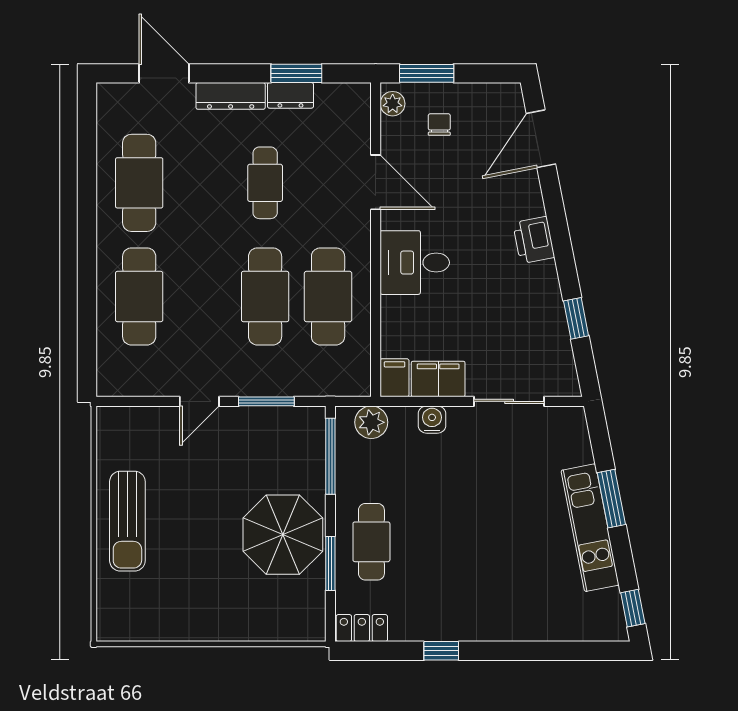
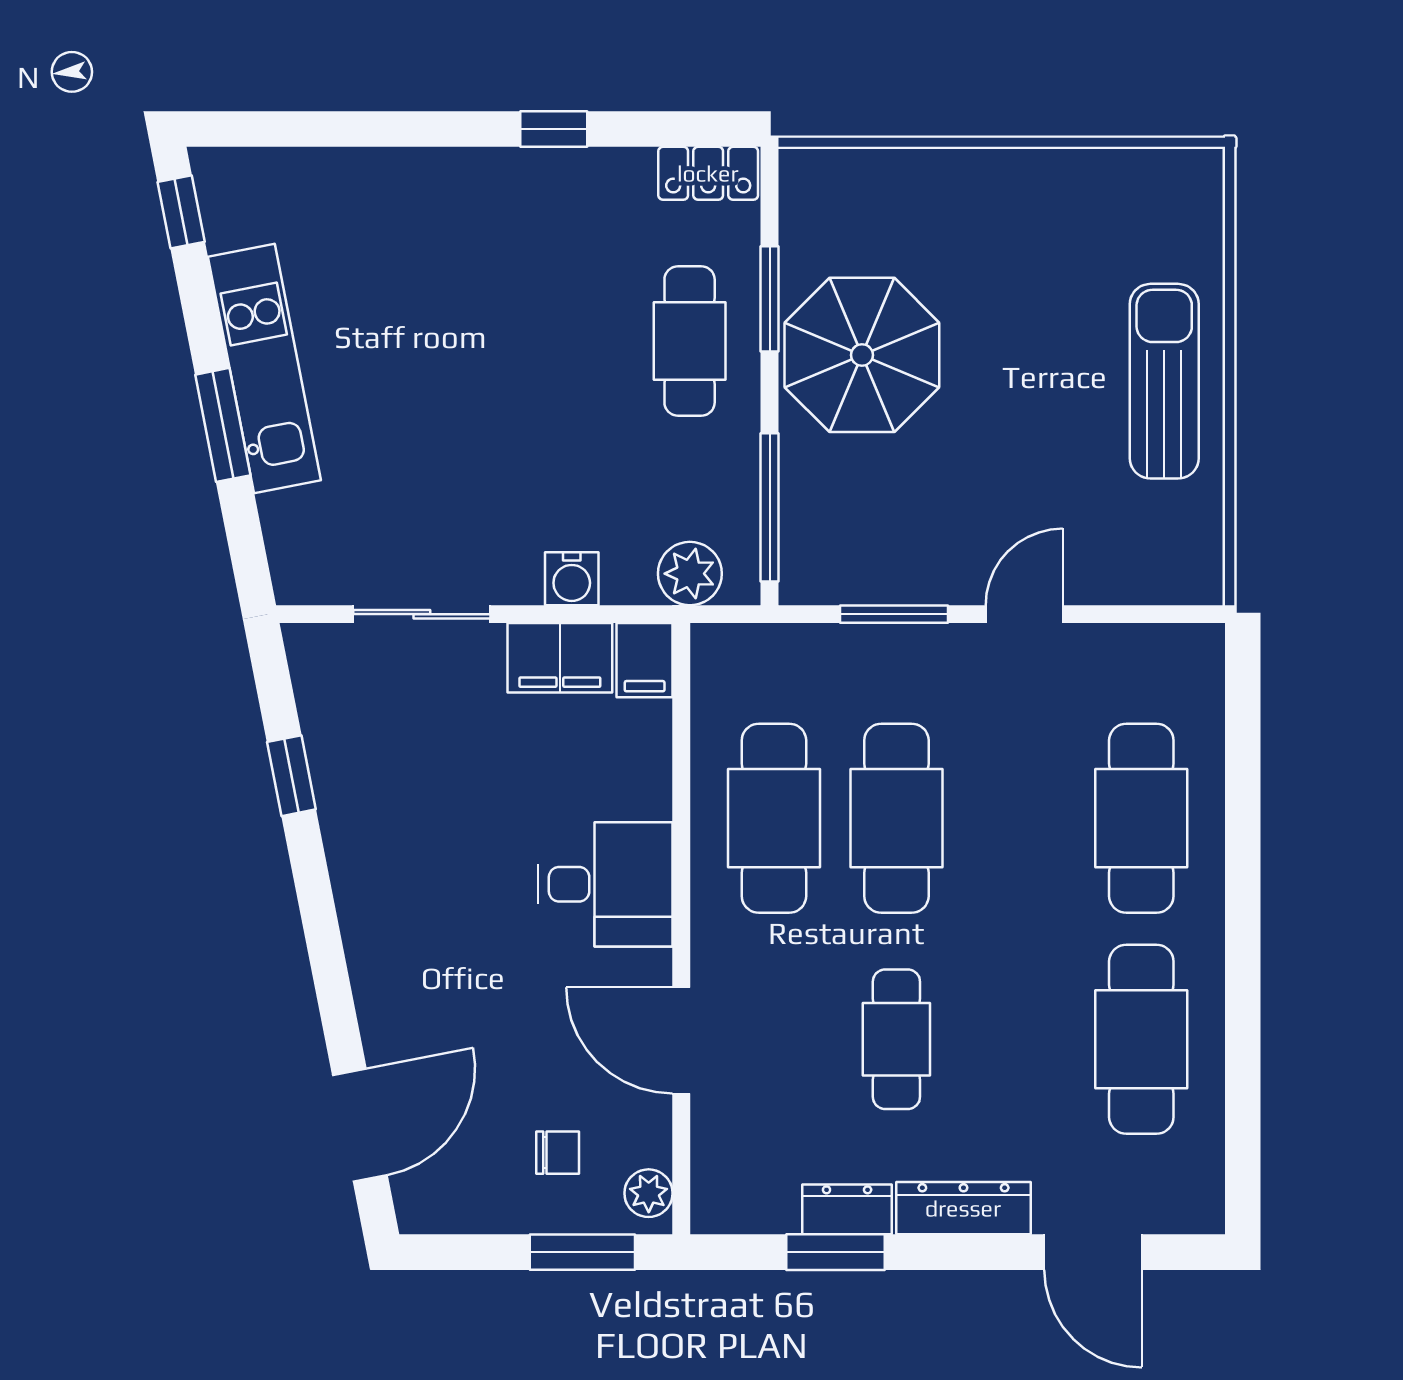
chair: (439, 125) -> (558, 1153), turned -90
printer: (534, 240) -> (374, 928), removed

